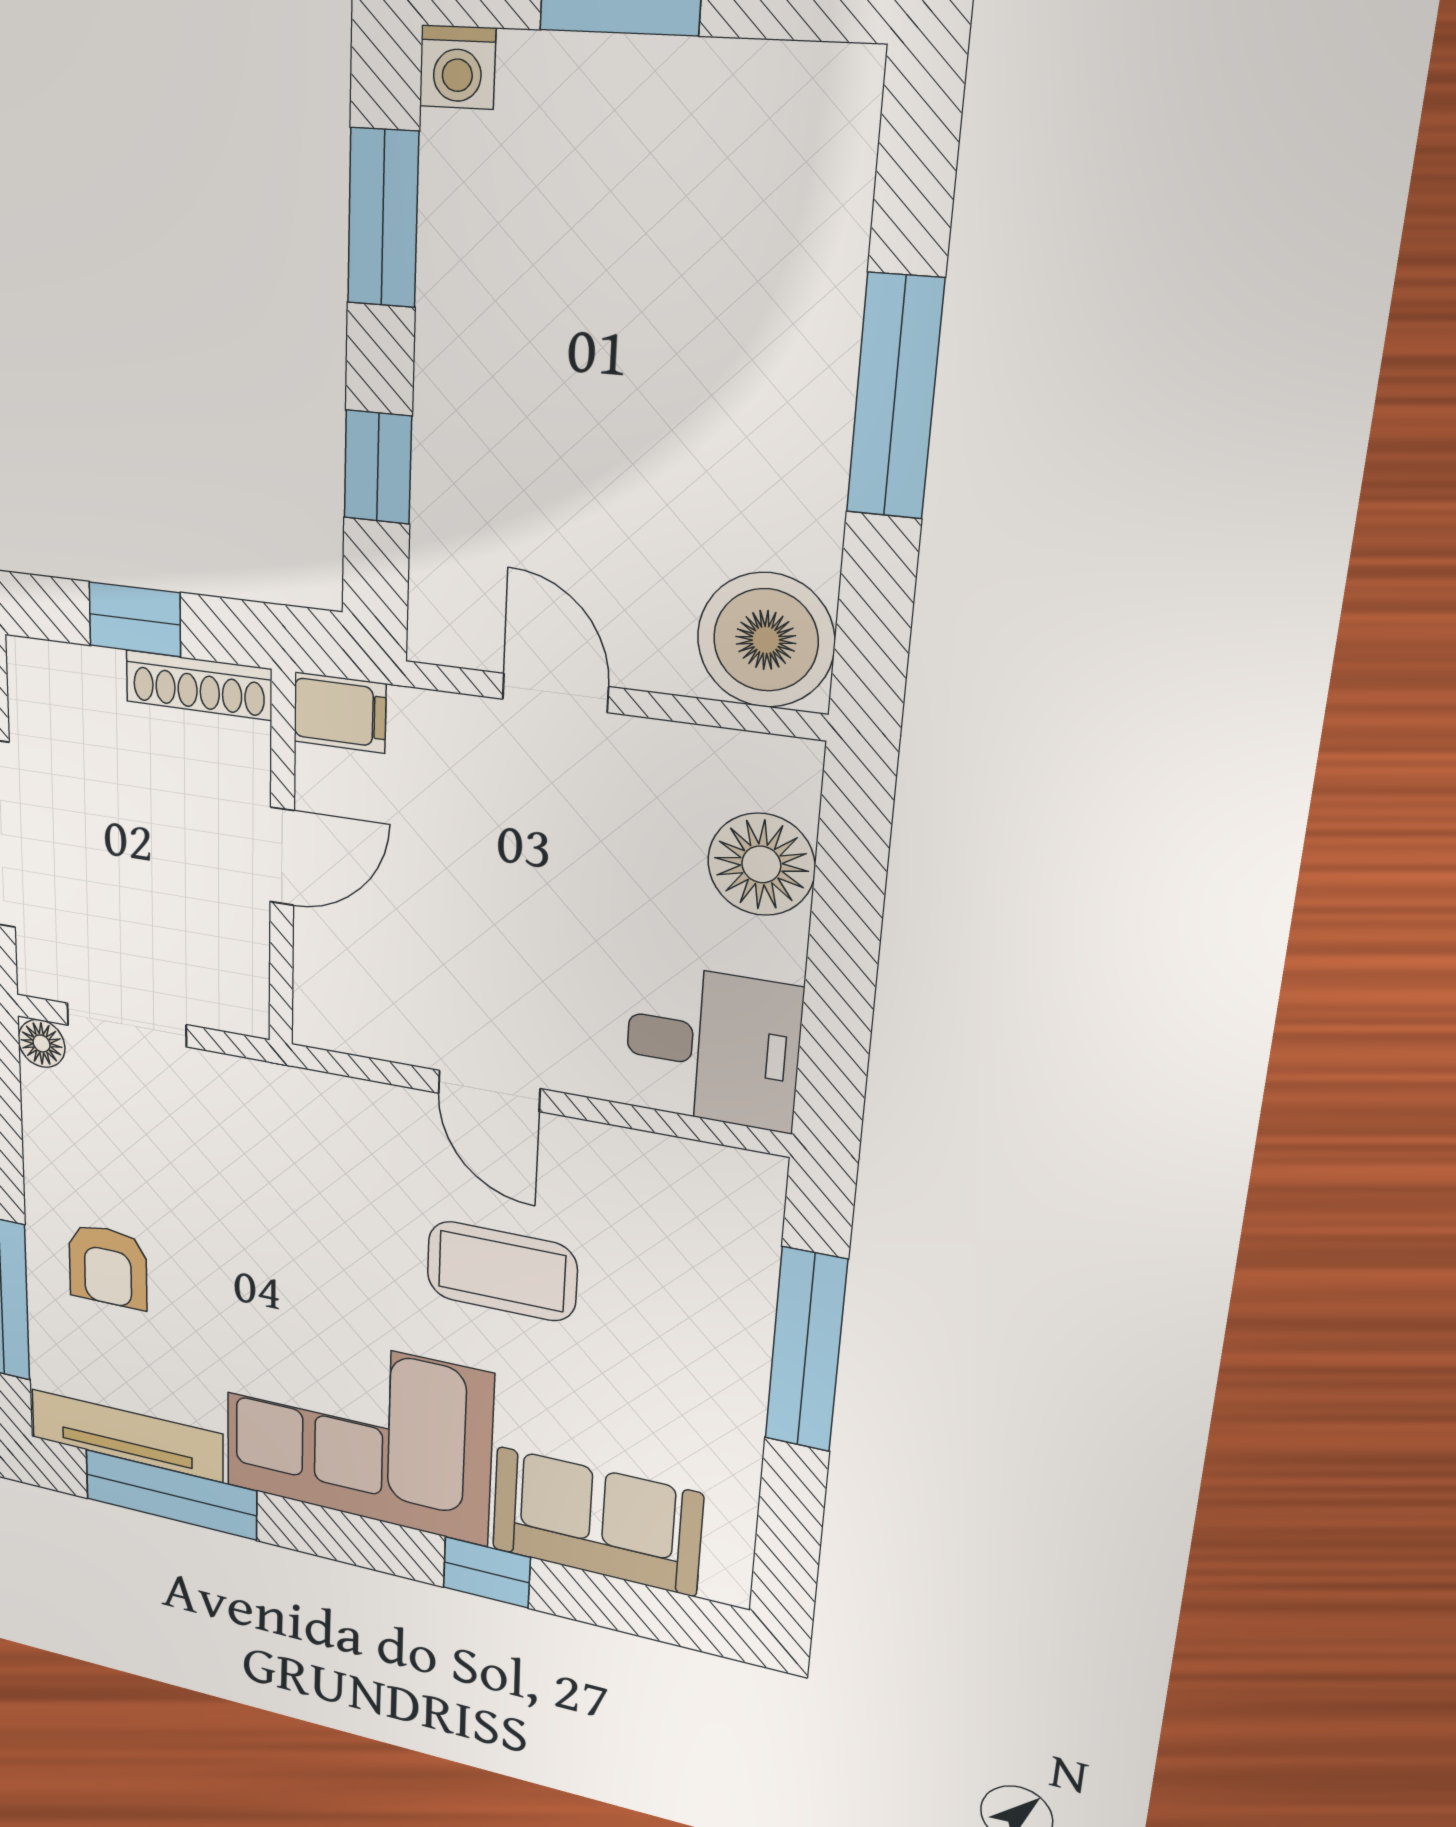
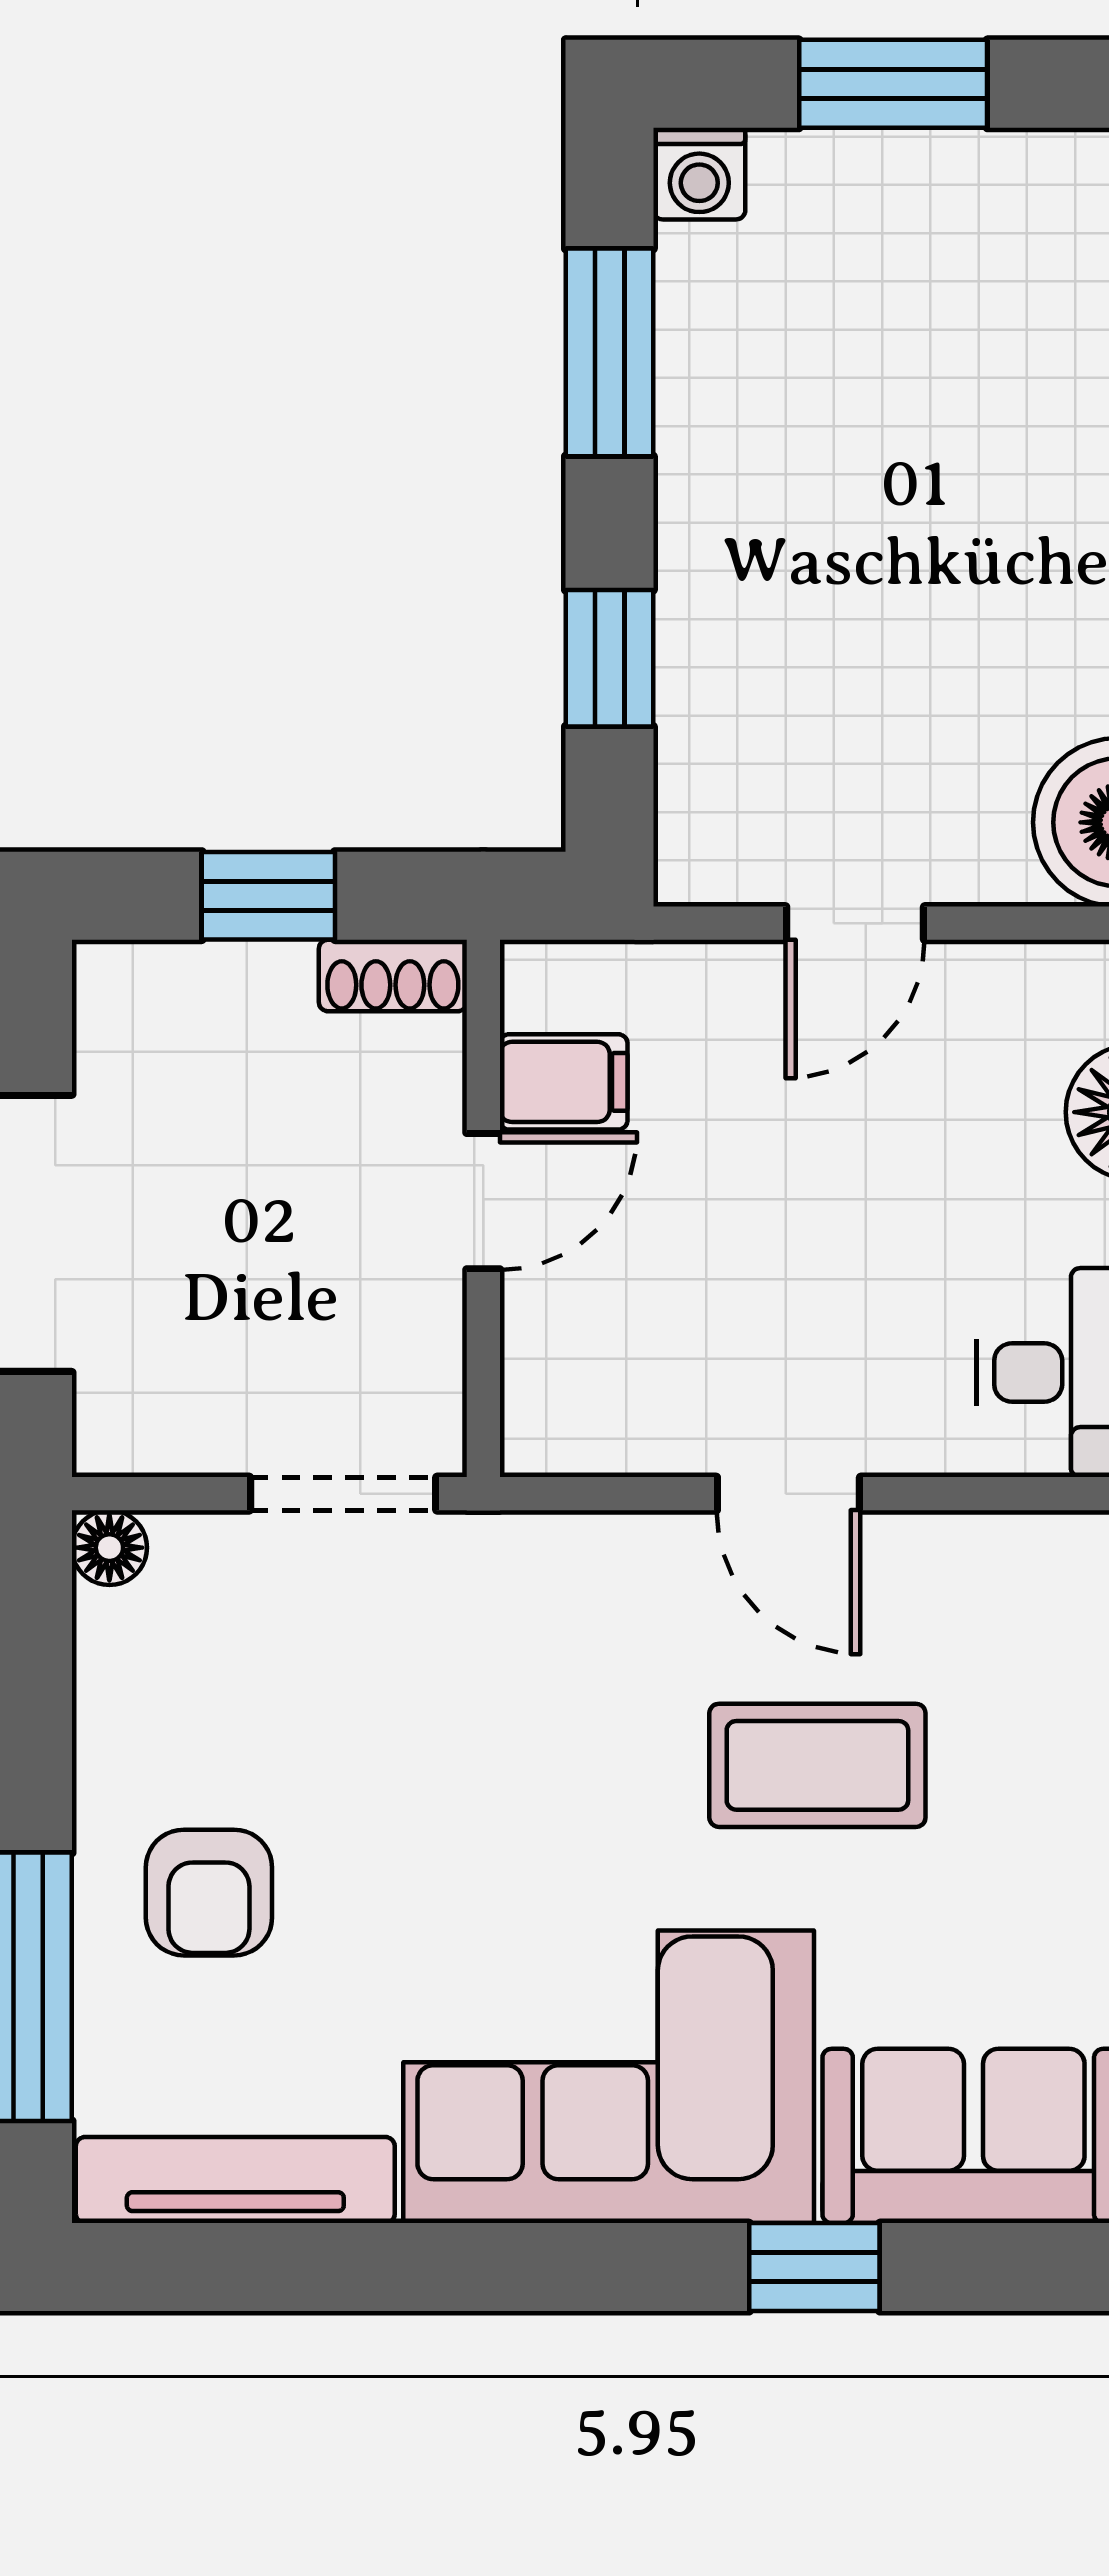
shoe rack: (199, 685) -> (393, 976), width x0.70
door: (555, 693) -> (855, 923), swing flipped
filing cabinet: (340, 713) -> (564, 1082), moved
doorway: (126, 1025) -> (343, 1494), moved
window: (171, 1495) -> (308, 2267), removed

